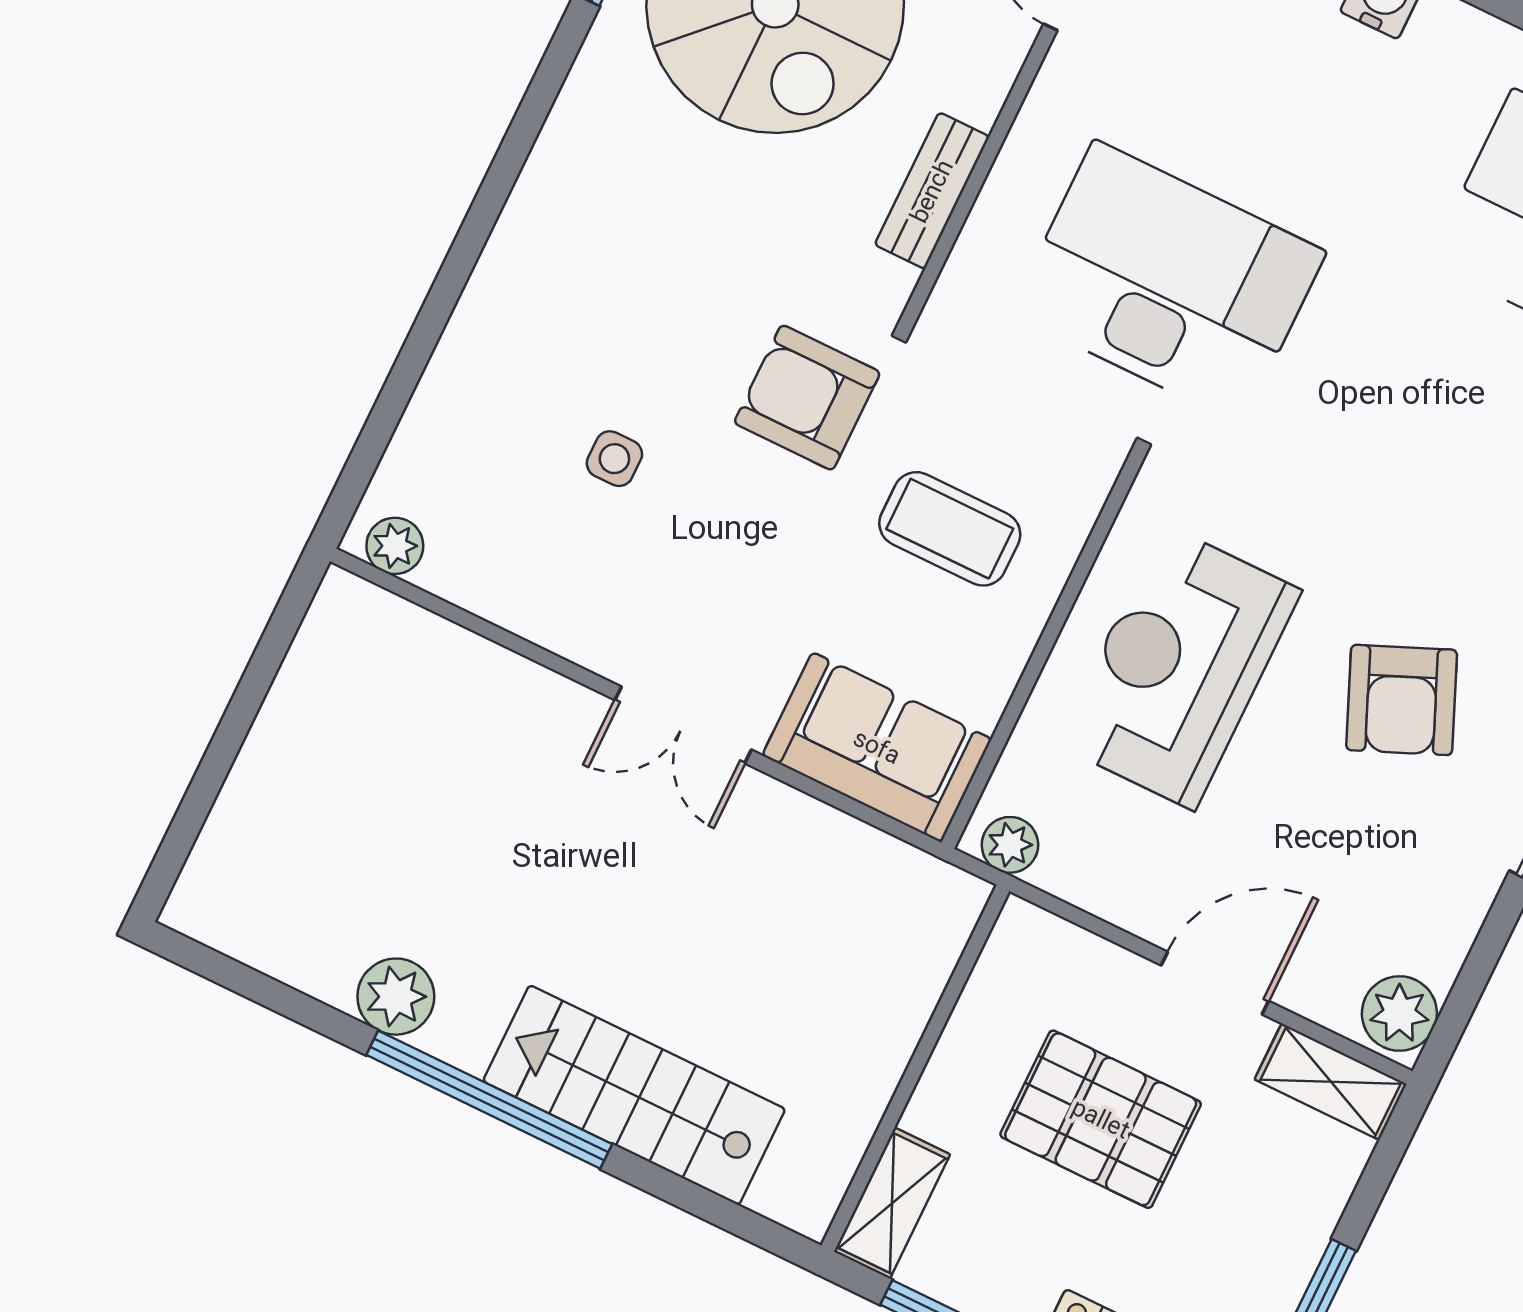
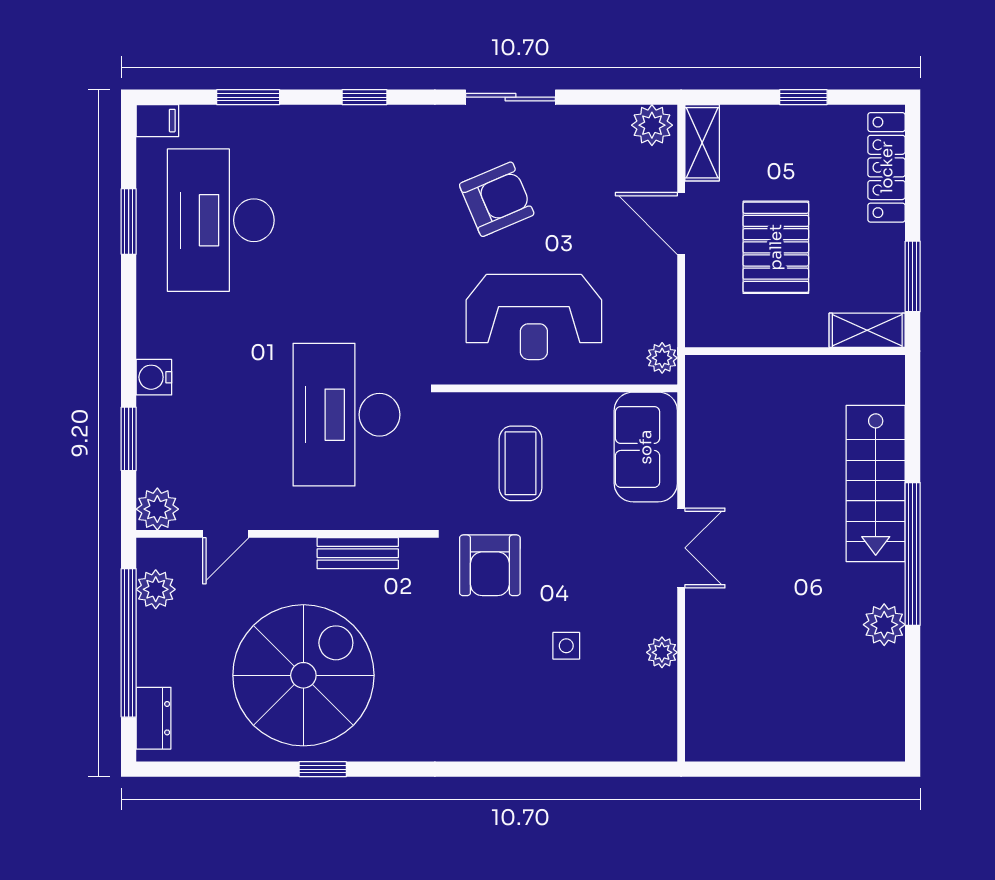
plant: (395, 546) -> (662, 652), moved

